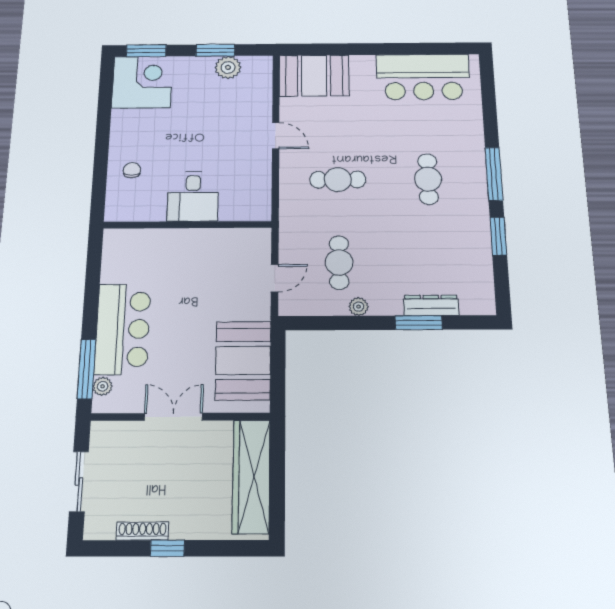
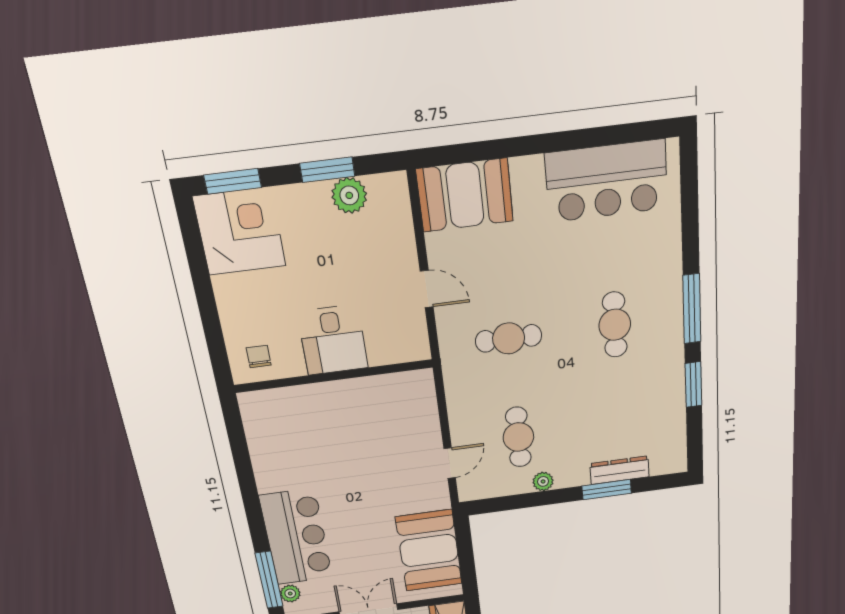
desk: (193, 196) -> (333, 340), moved
wall: (187, 225) -> (334, 376), moved

